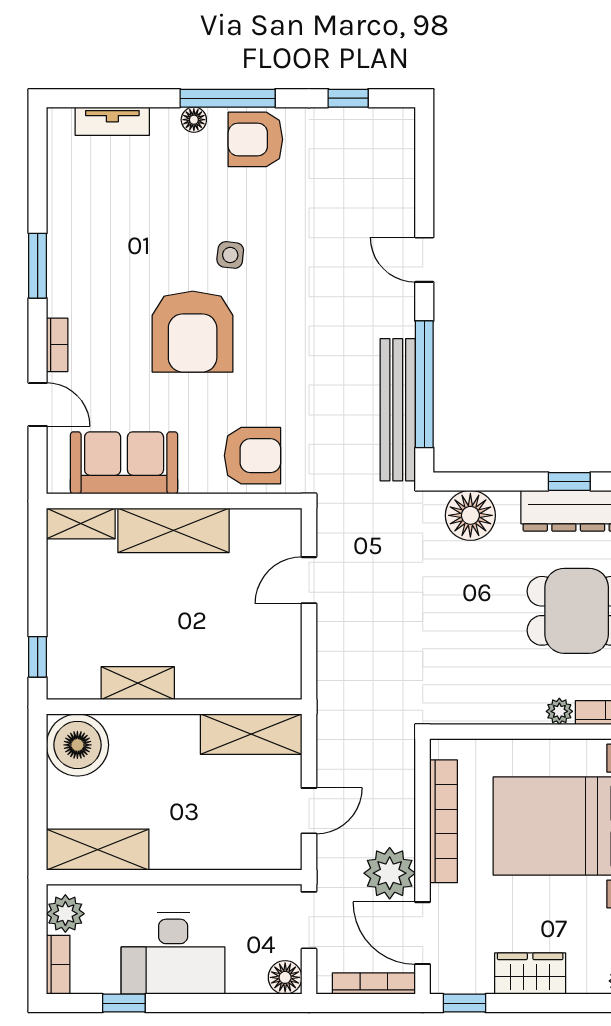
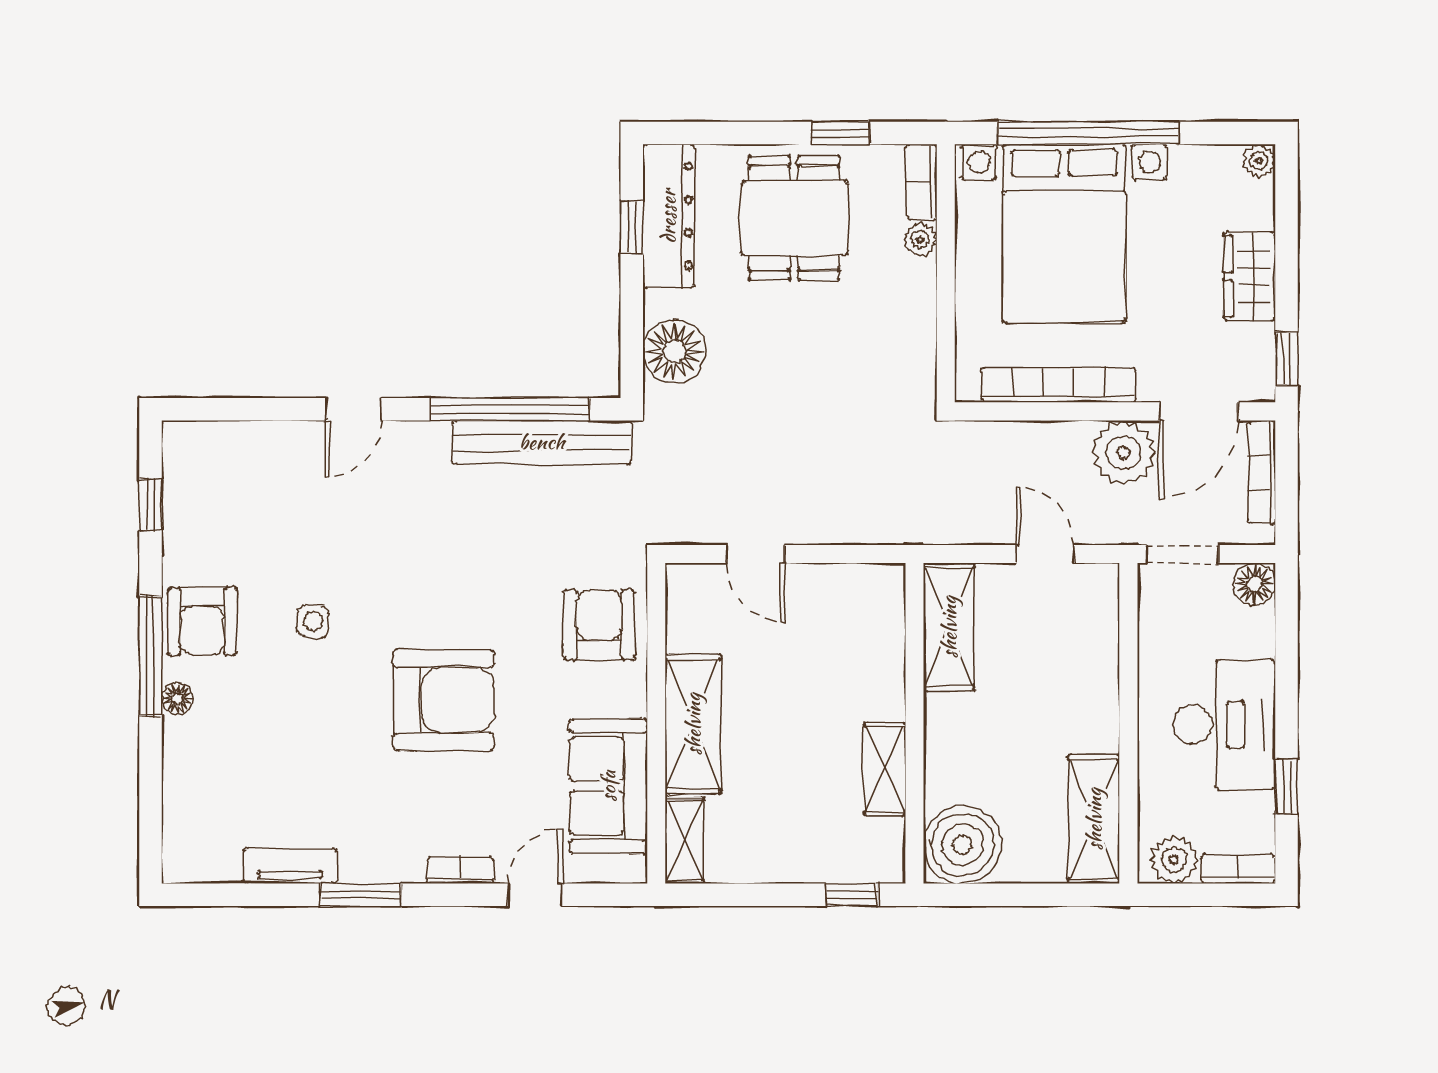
tv unit: (112, 121) -> (290, 866), moved, turned -90
side table: (230, 255) -> (313, 621), moved

